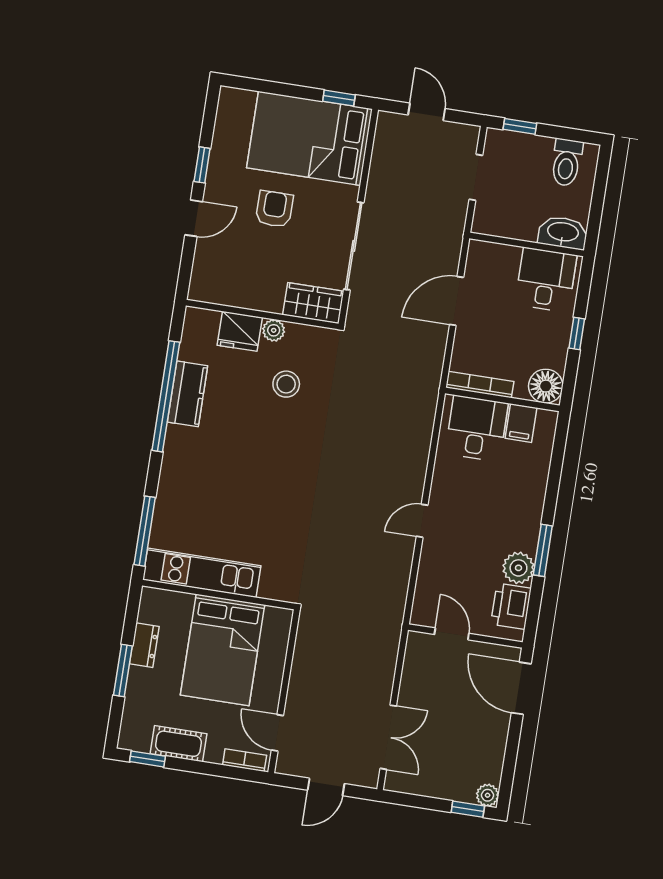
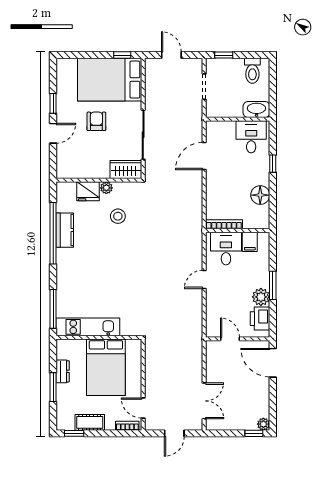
bookcase: (480, 385) -> (224, 224), moved
wall: (502, 399) -> (238, 230), moved
filing cabinet: (521, 423) -> (250, 242), moved
desk: (477, 428) -> (226, 249), moved

